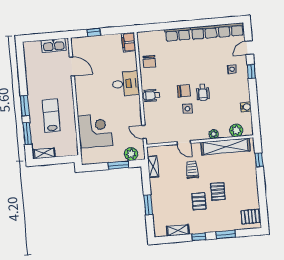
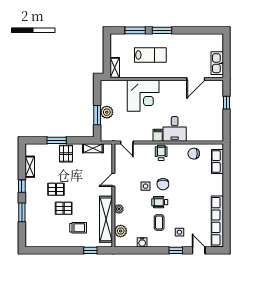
row of seats: (178, 34) -> (218, 162), moved
filing cabinet: (129, 42) -> (158, 135), moved, width x0.50
coffee table: (224, 91) -> (159, 222), added
corner desk: (95, 131) -> (143, 96), moved
door: (144, 132) -> (127, 143), swing flipped
shelving: (44, 153) -> (115, 68), moved
plant: (131, 154) -> (107, 112), moved
trolley: (192, 170) -> (78, 228), moved
pallet: (250, 217) -> (66, 154), moved

